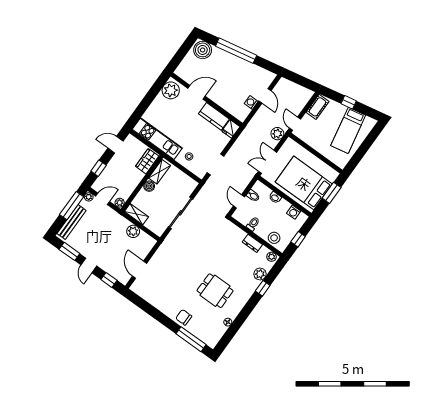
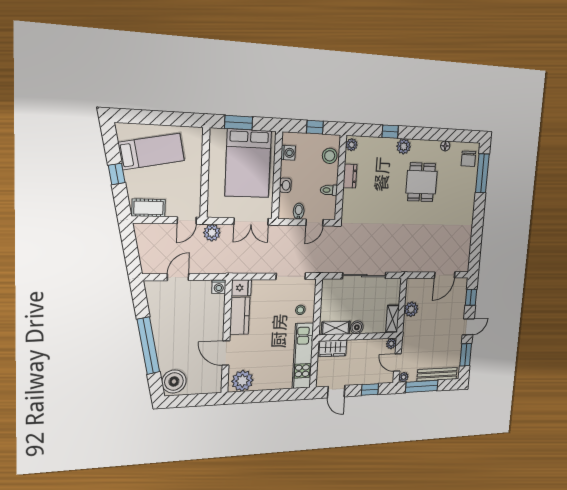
washing machine: (251, 102) -> (219, 287), moved
plant: (260, 274) -> (404, 146), moved
chair: (184, 317) -> (468, 159), moved

